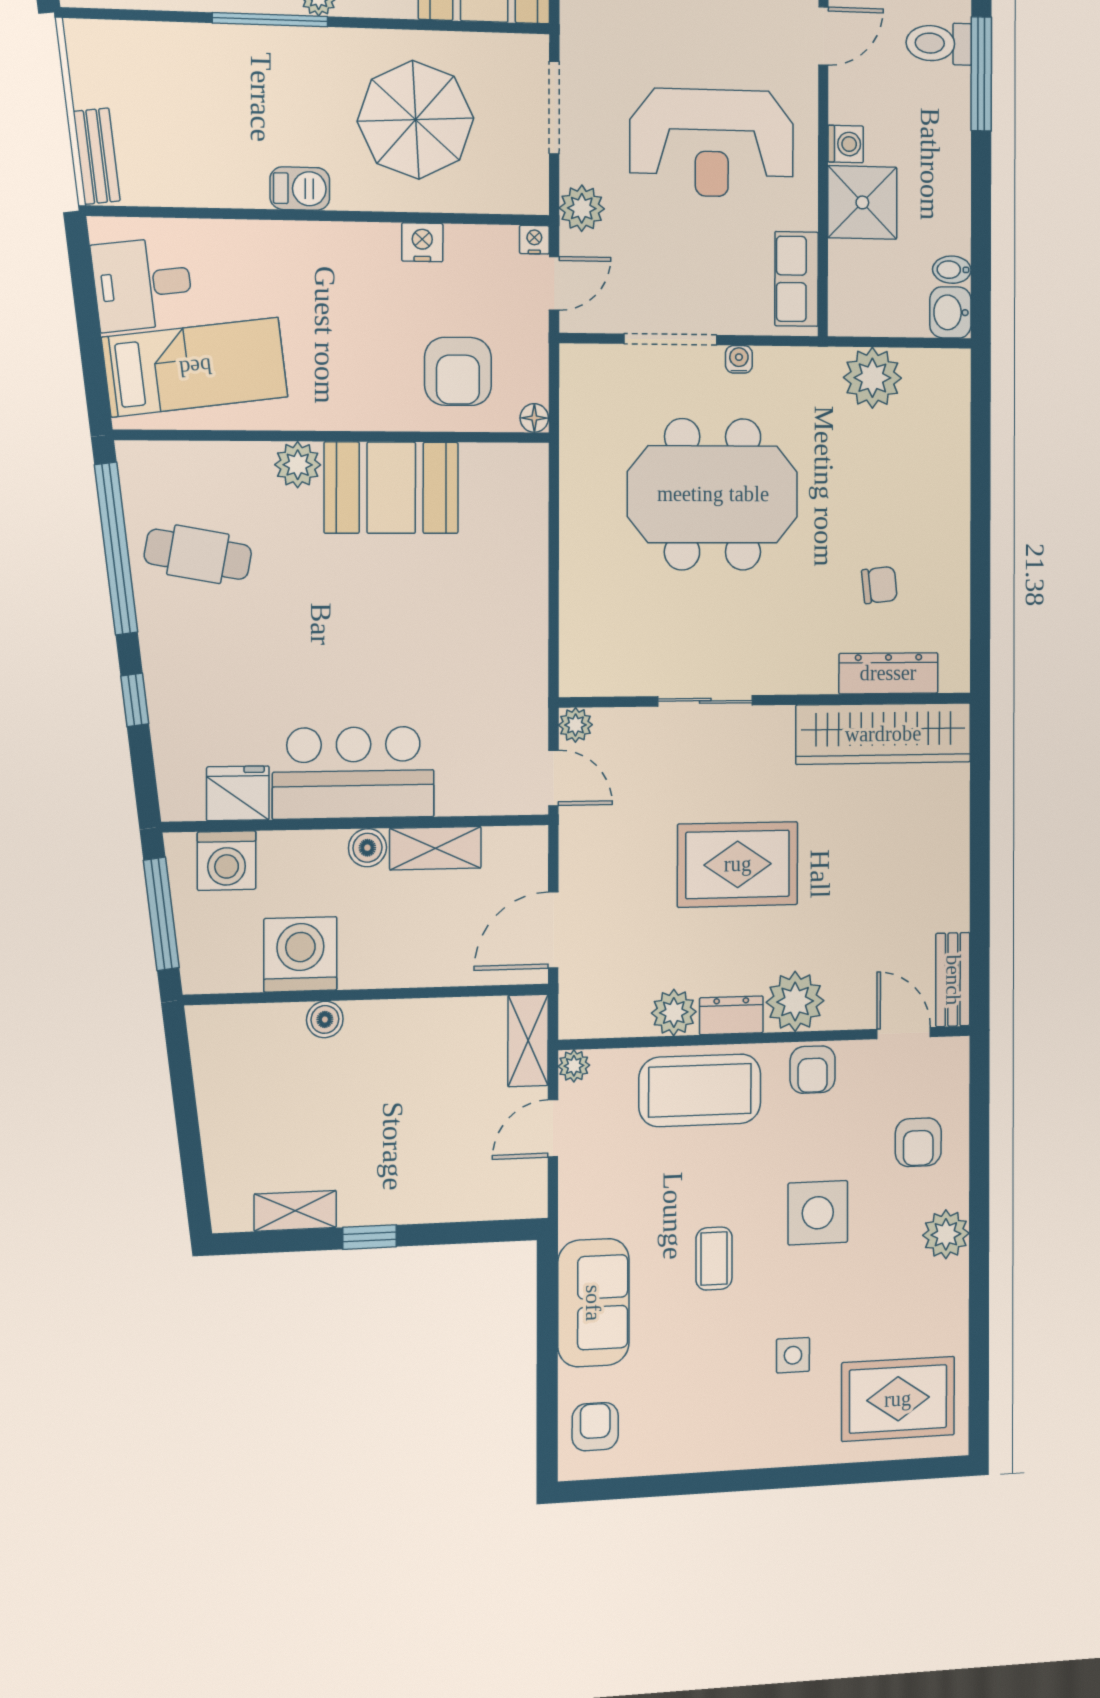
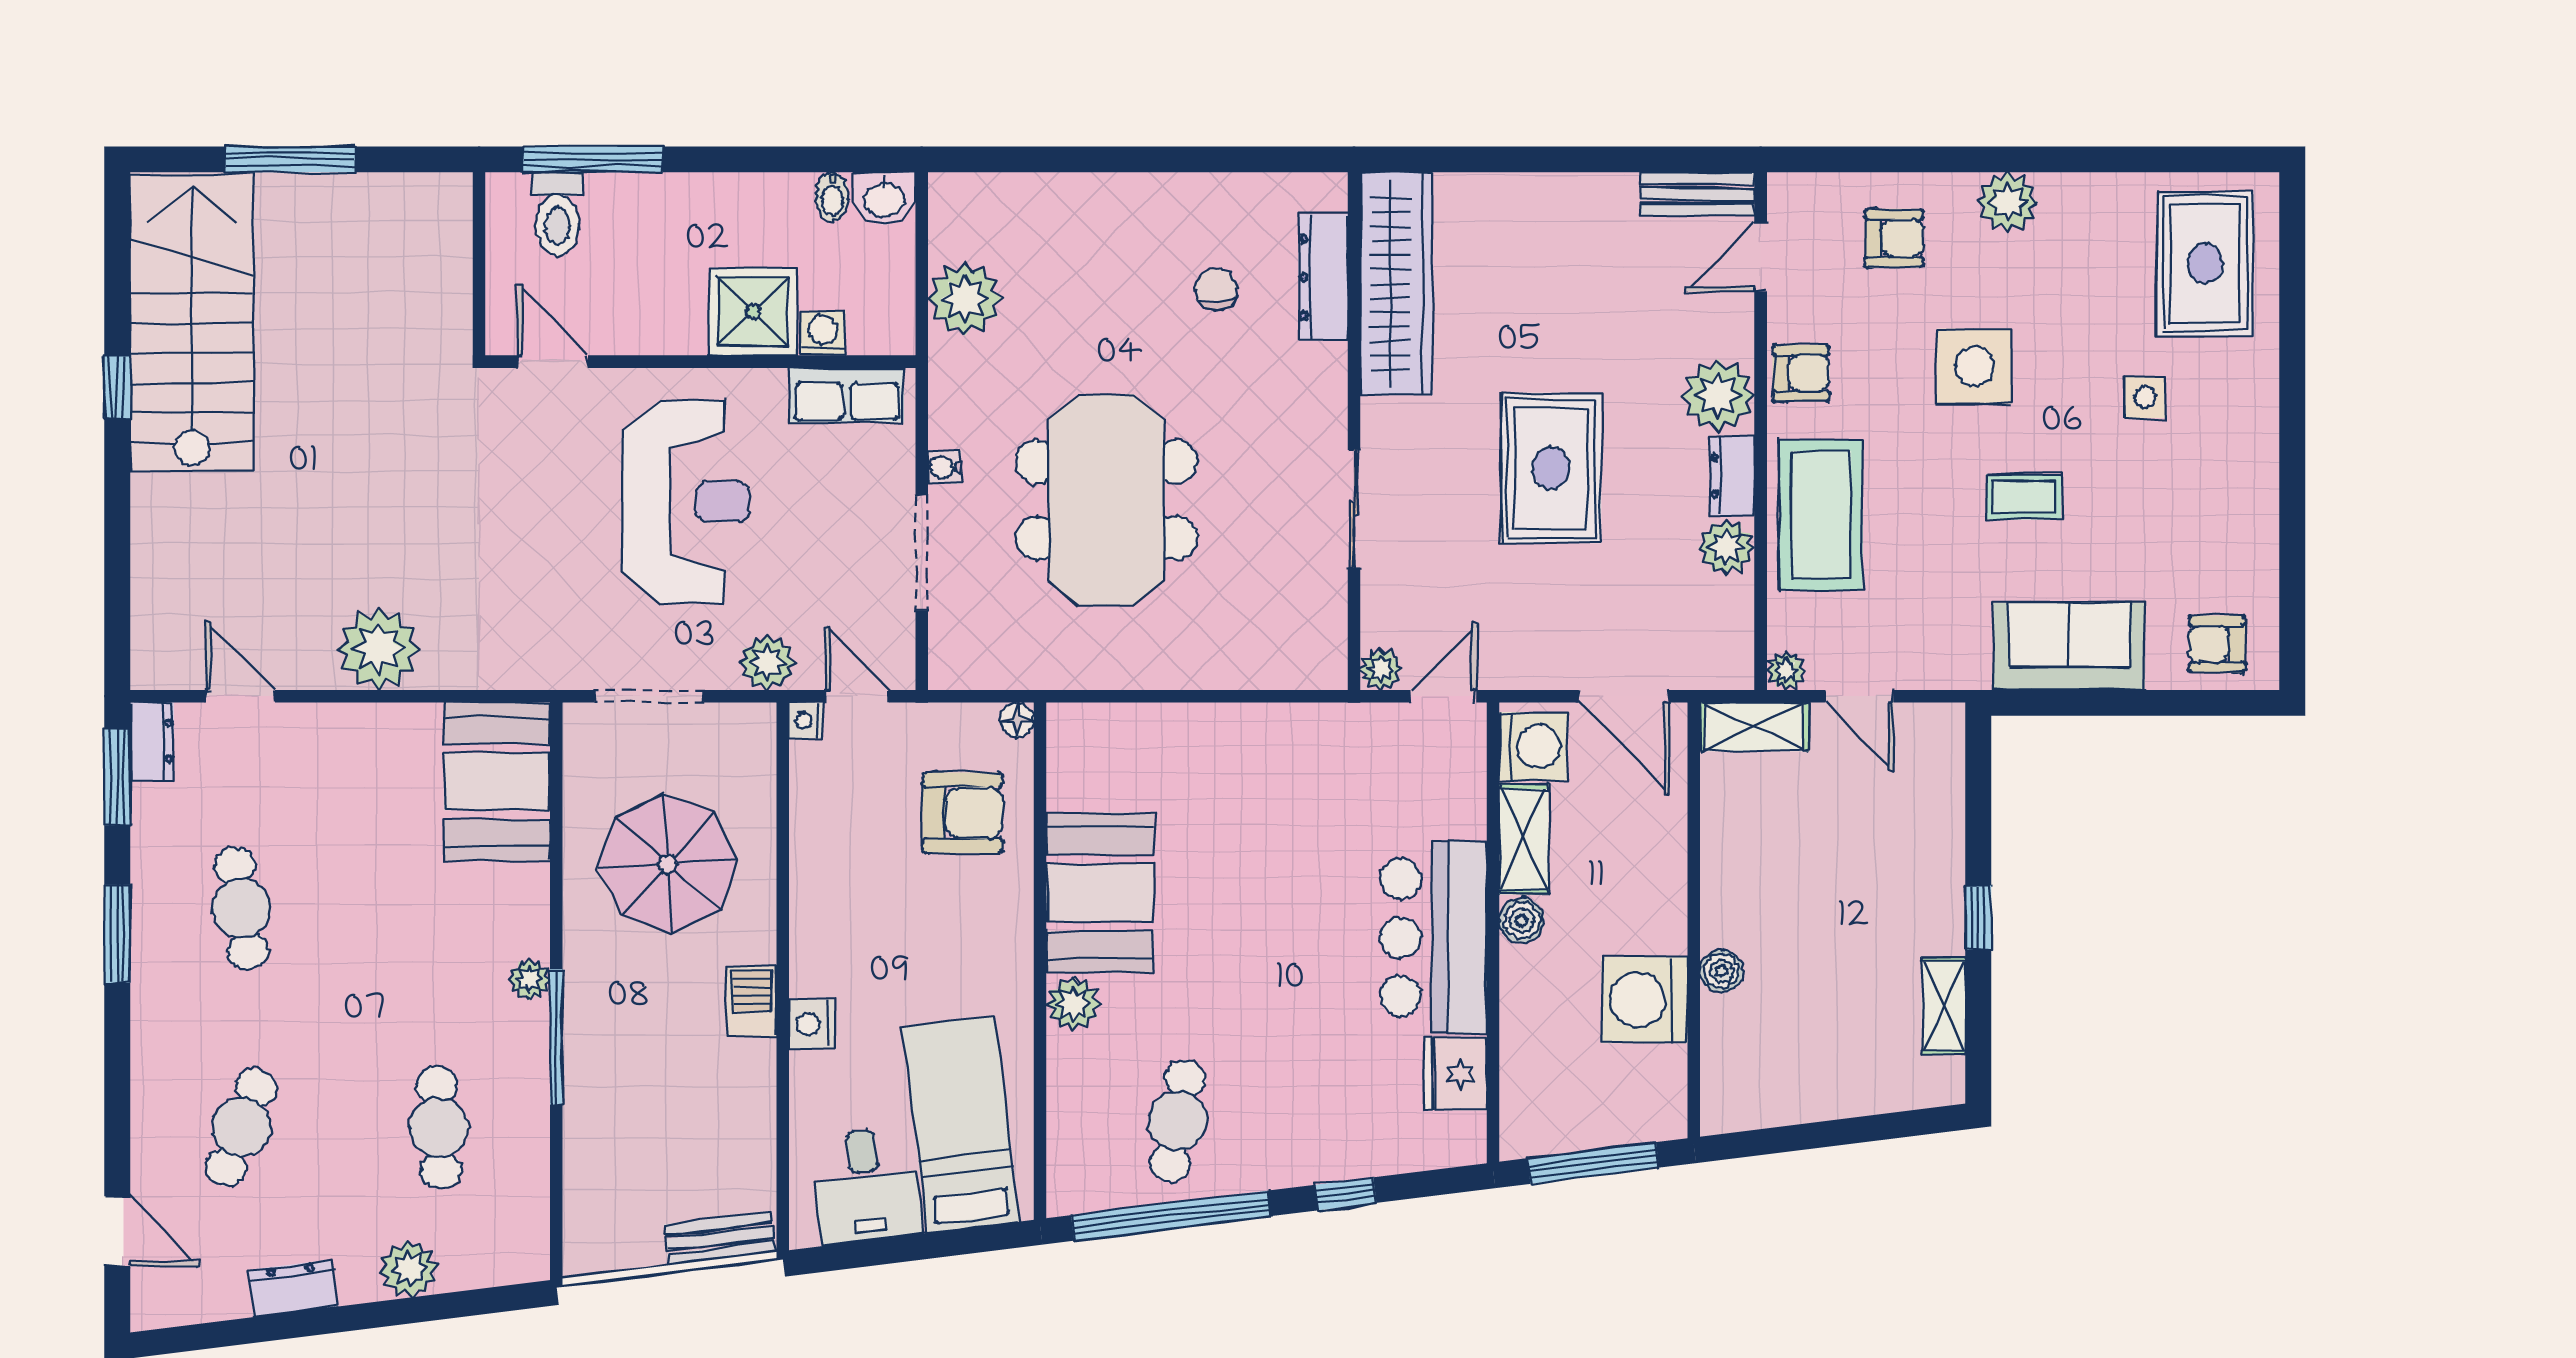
washing machine: (846, 144) -> (823, 333), moved
nightstand: (422, 242) -> (811, 1024), moved
washing machine: (227, 861) -> (1533, 746), moved

